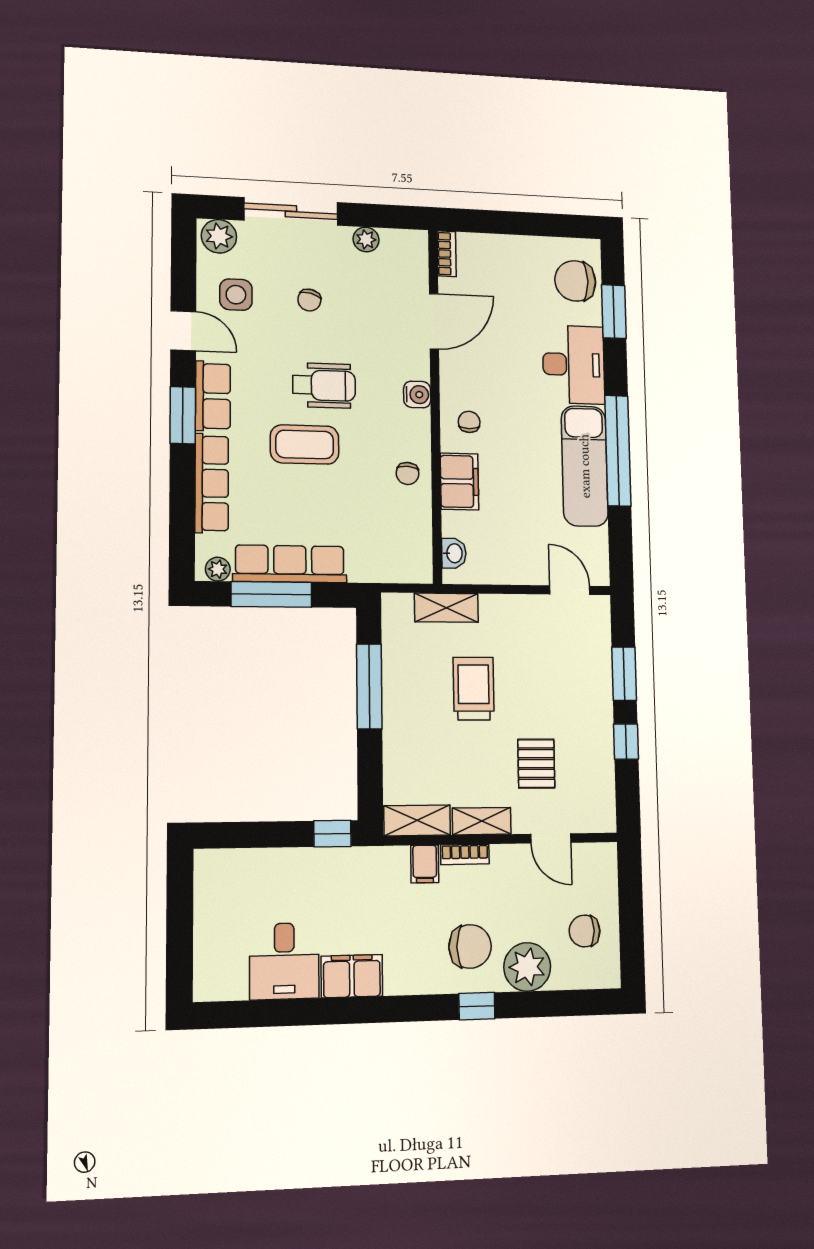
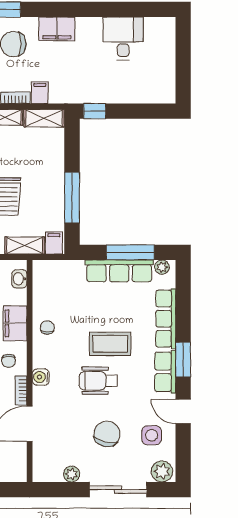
bookcase: (447, 254) -> (21, 391), moved
chair: (309, 300) -> (107, 434), width x1.87, depth x1.87
filing cabinet: (398, 611) -> (54, 243), added
filing cabinet: (352, 976) -> (57, 29), moved

